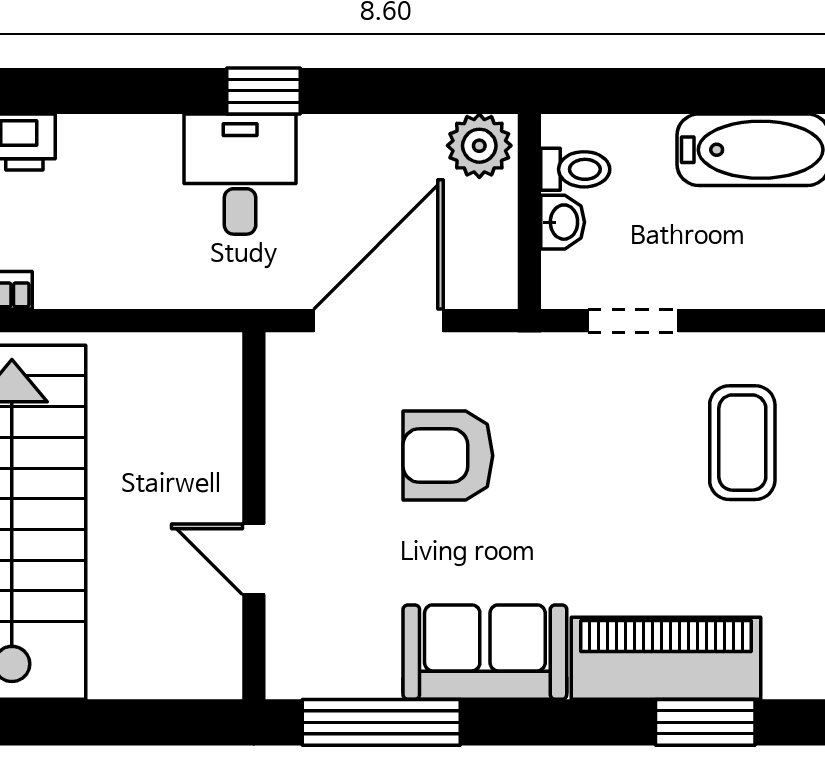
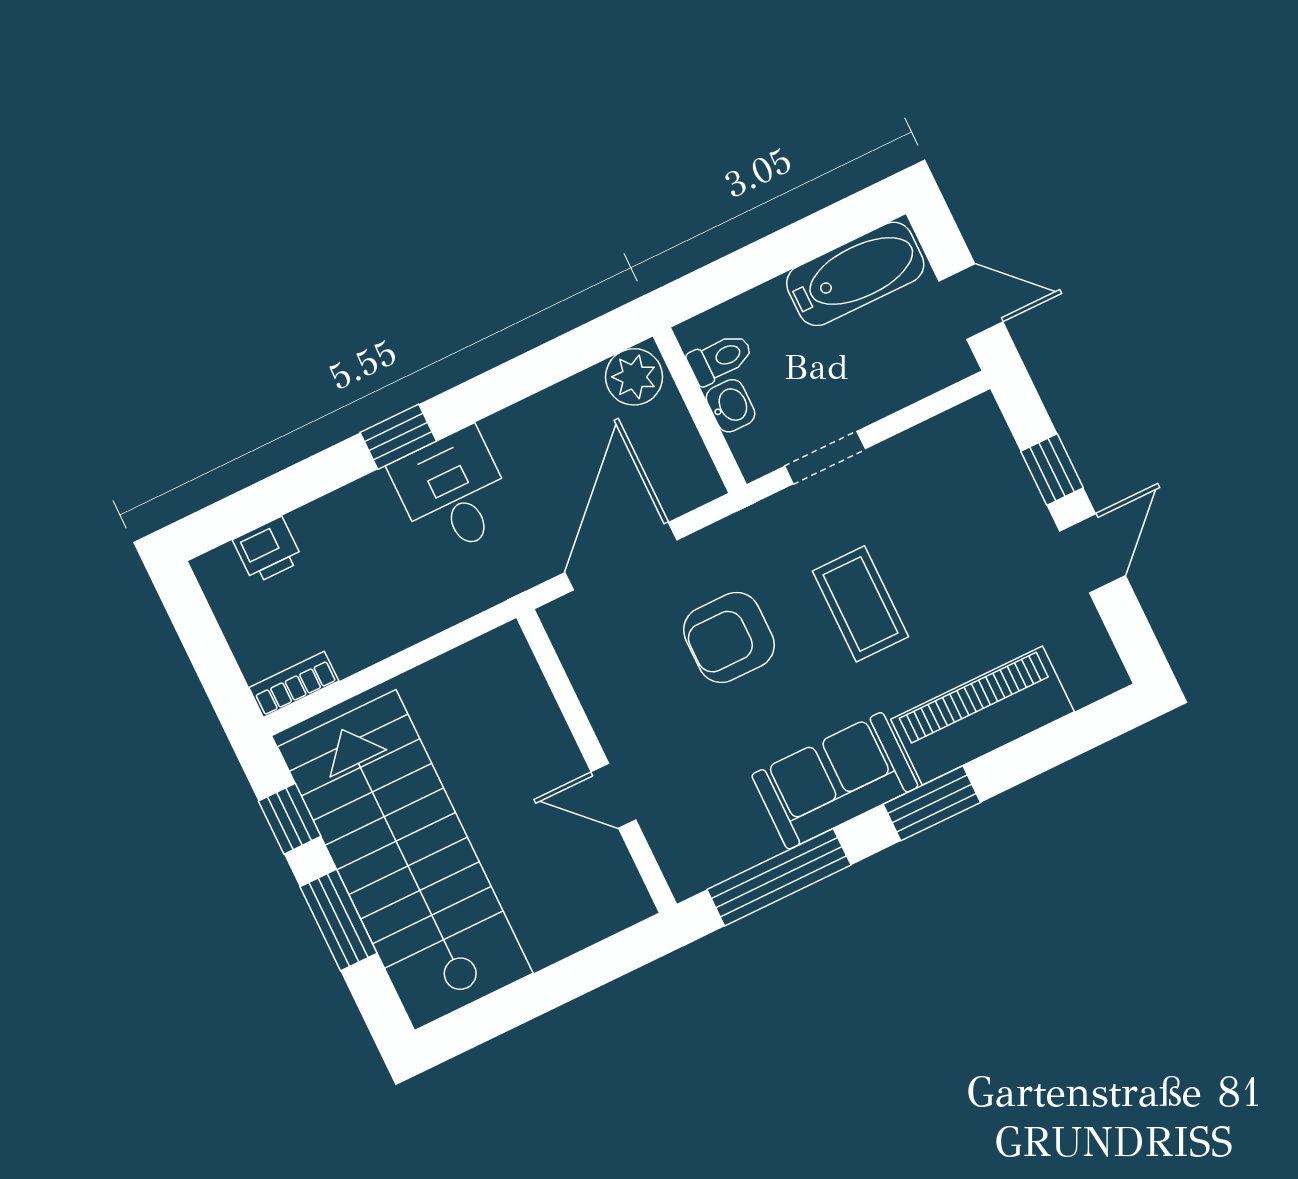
window: (263, 91) -> (398, 437), moved
coffee table: (742, 443) -> (860, 604), moved
window: (705, 722) -> (932, 803), moved

